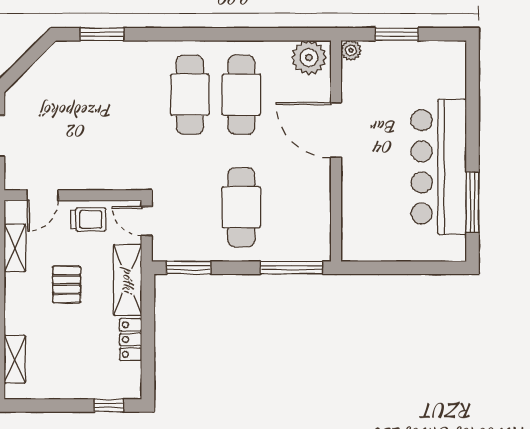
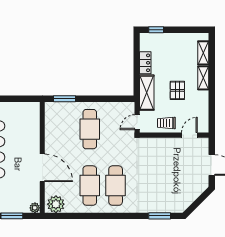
door: (147, 221) -> (137, 122), swing flipped
shelving: (15, 248) -> (203, 78), moved
window: (189, 268) -> (116, 99), removed
window: (292, 268) -> (65, 99), width x0.69

